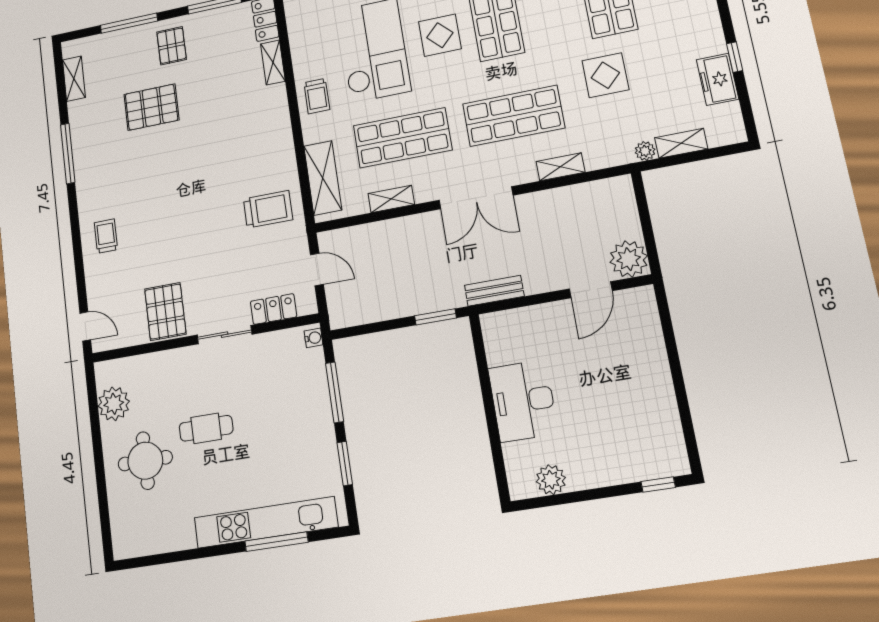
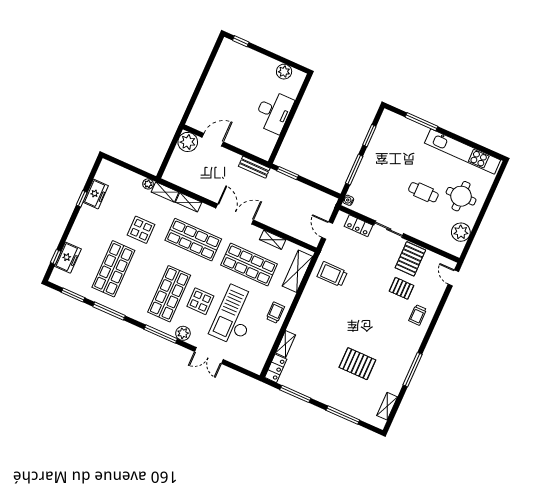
pallet: (172, 46) -> (402, 288), moved, turned 90
shelving: (681, 143) -> (165, 192), moved
kitchen unit: (266, 522) -> (463, 152), moved

